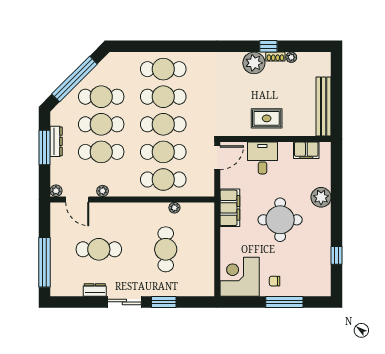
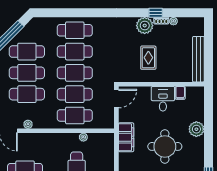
rug: (267, 118) -> (148, 58), moved, turned 90
filing cabinet: (306, 150) -> (180, 93), width x0.50
desk: (262, 158) -> (163, 99), moved

